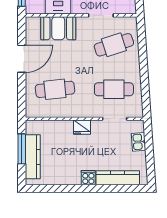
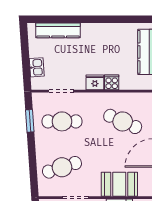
cafe table: (55, 89) -> (123, 121), turned 30
window: (145, 90) -> (30, 121), added
cooker: (88, 178) -> (112, 82), moved, turned 180

